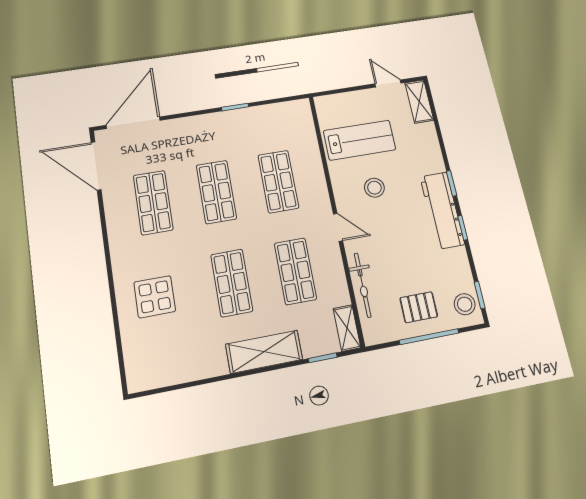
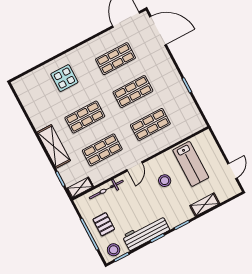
shelving: (419, 101) -> (205, 205), moved
workbench: (442, 210) -> (146, 233), moved

